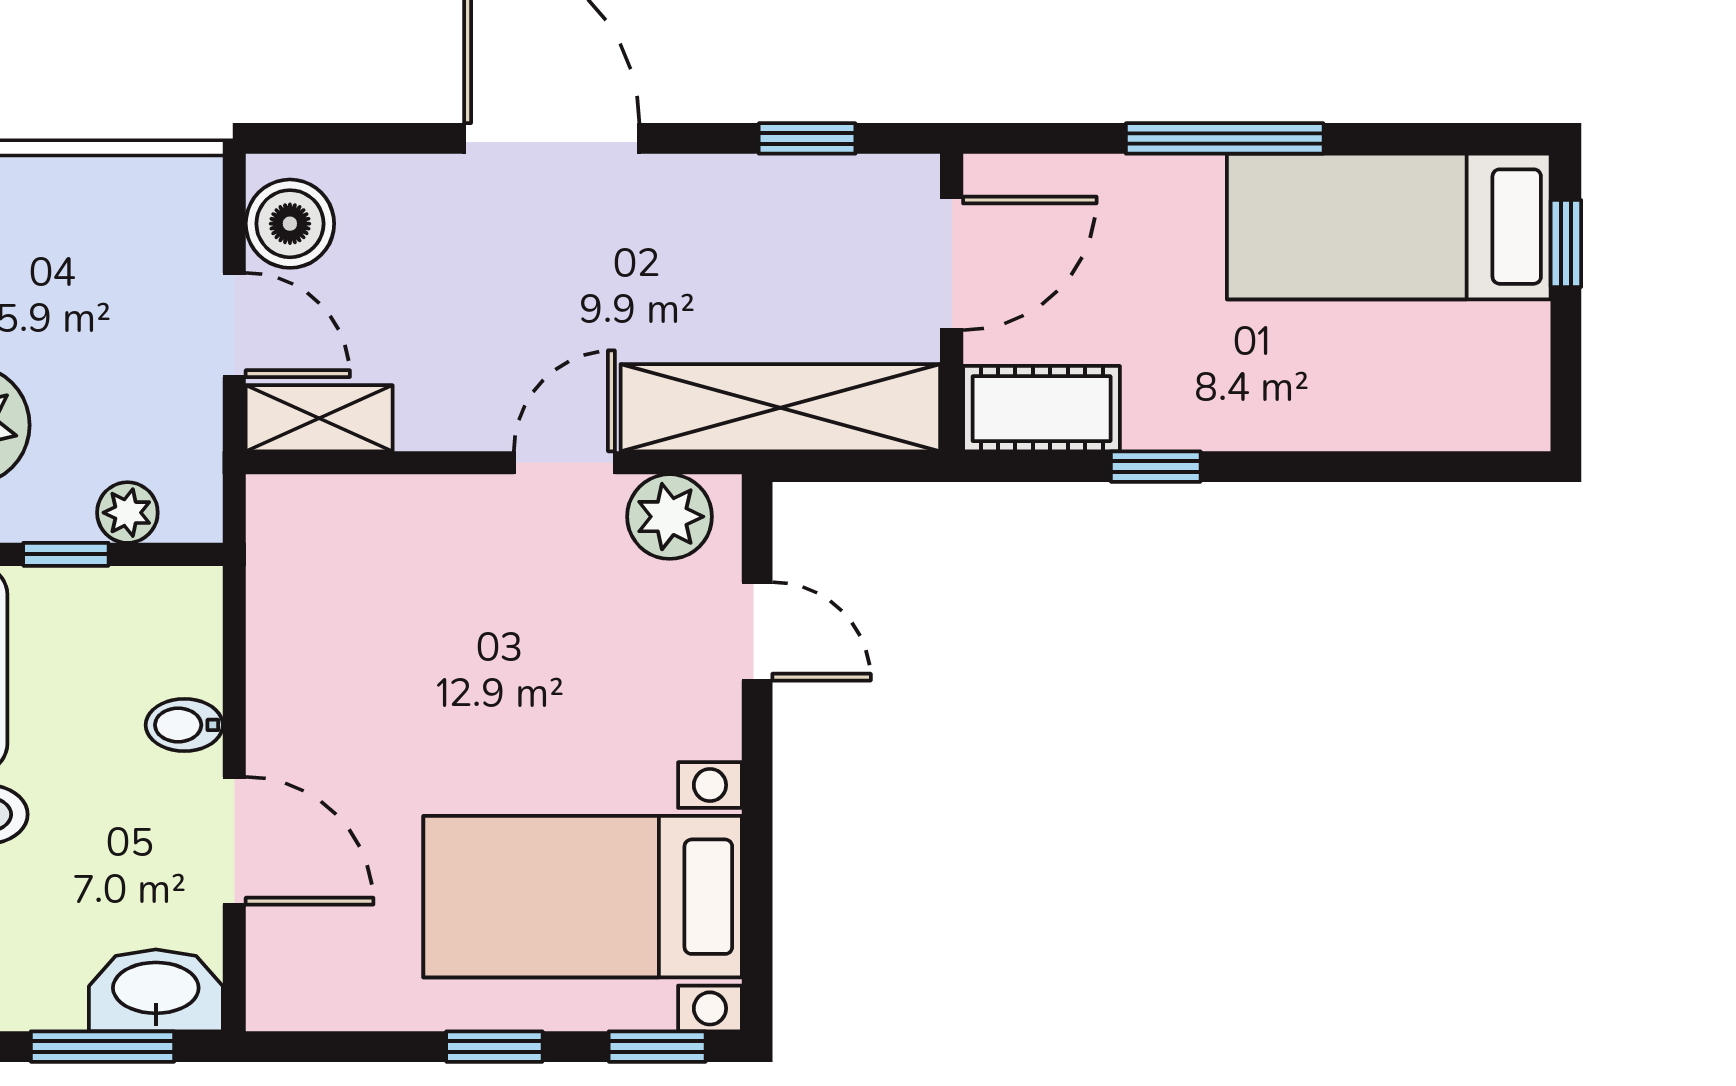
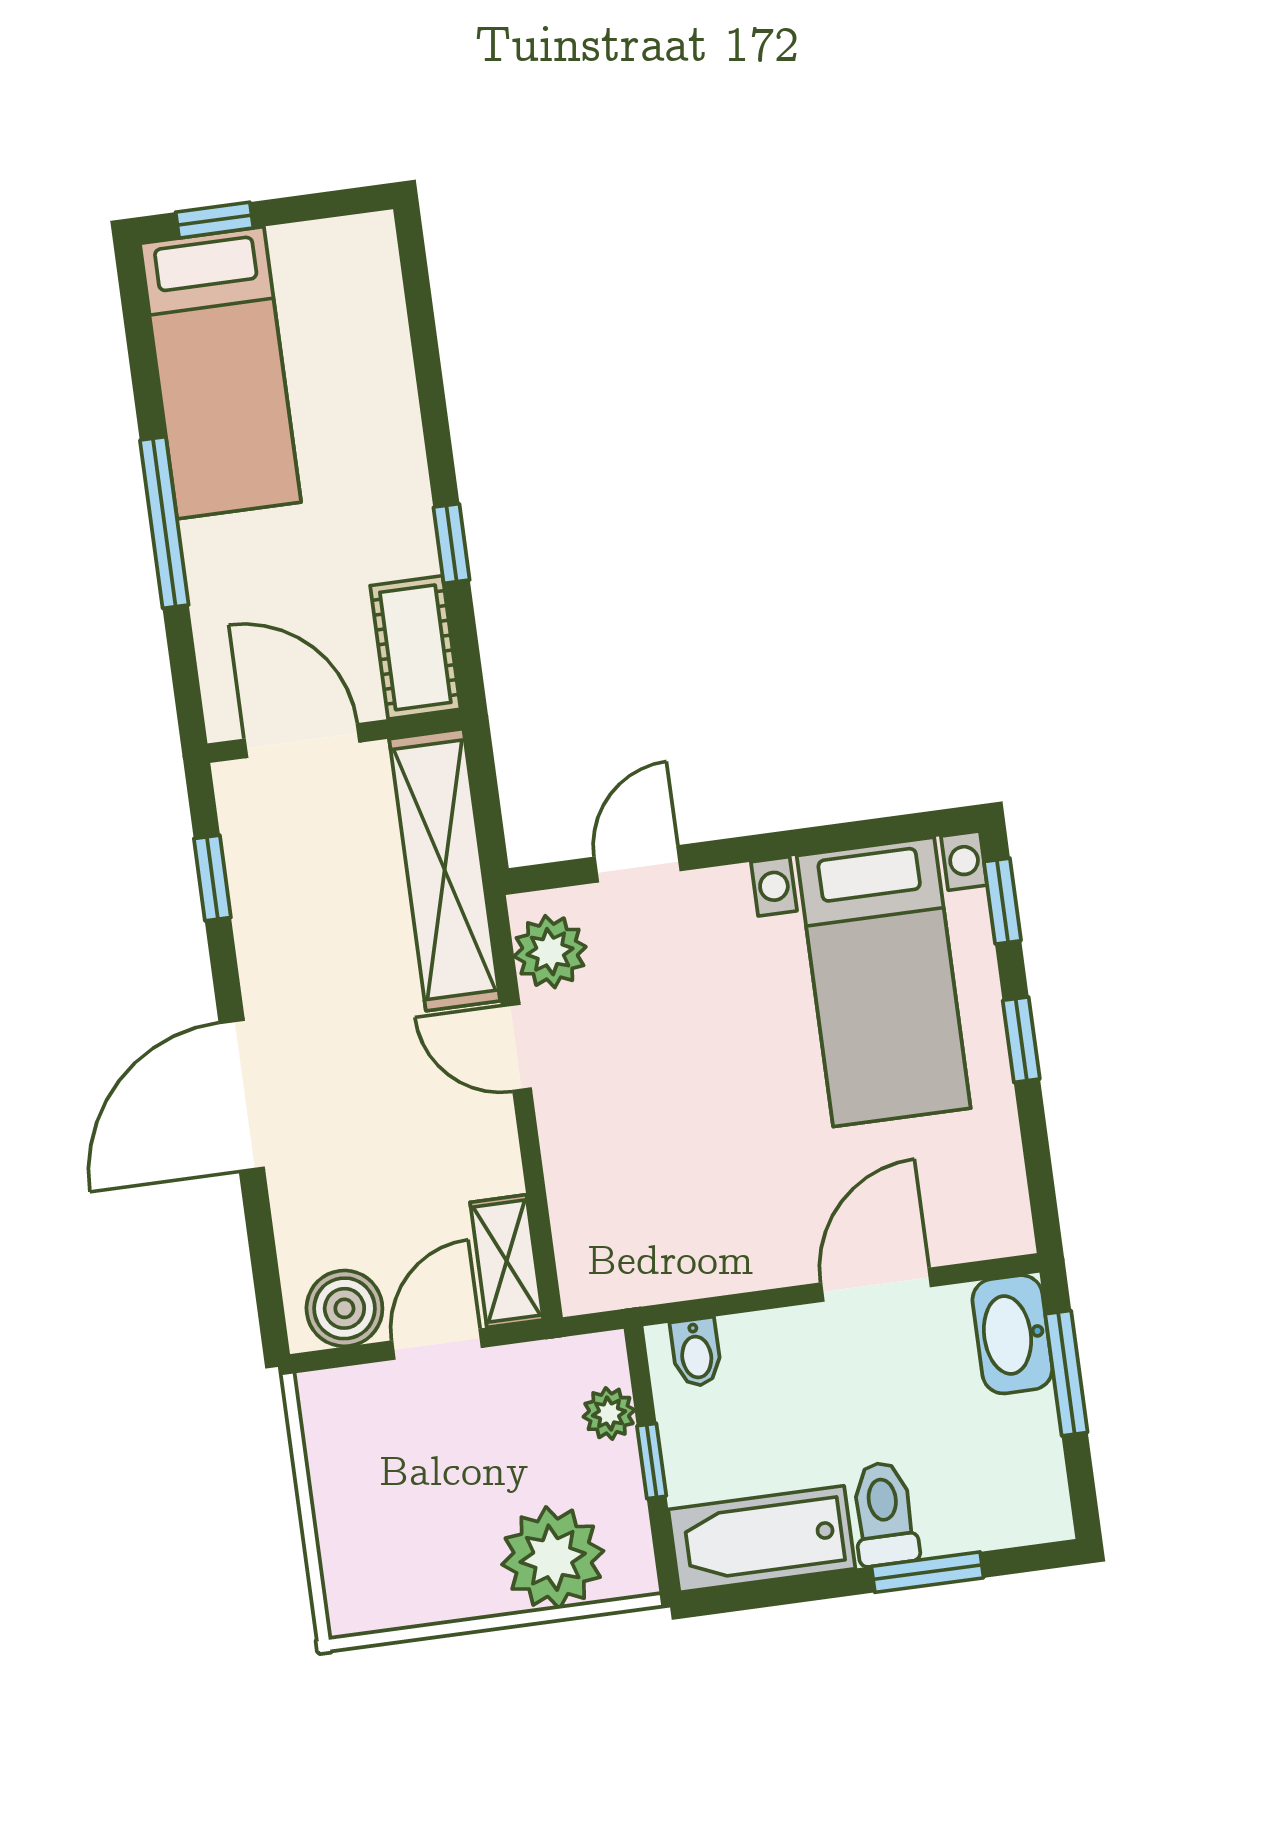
bidet: (184, 725) -> (696, 1352), moved

